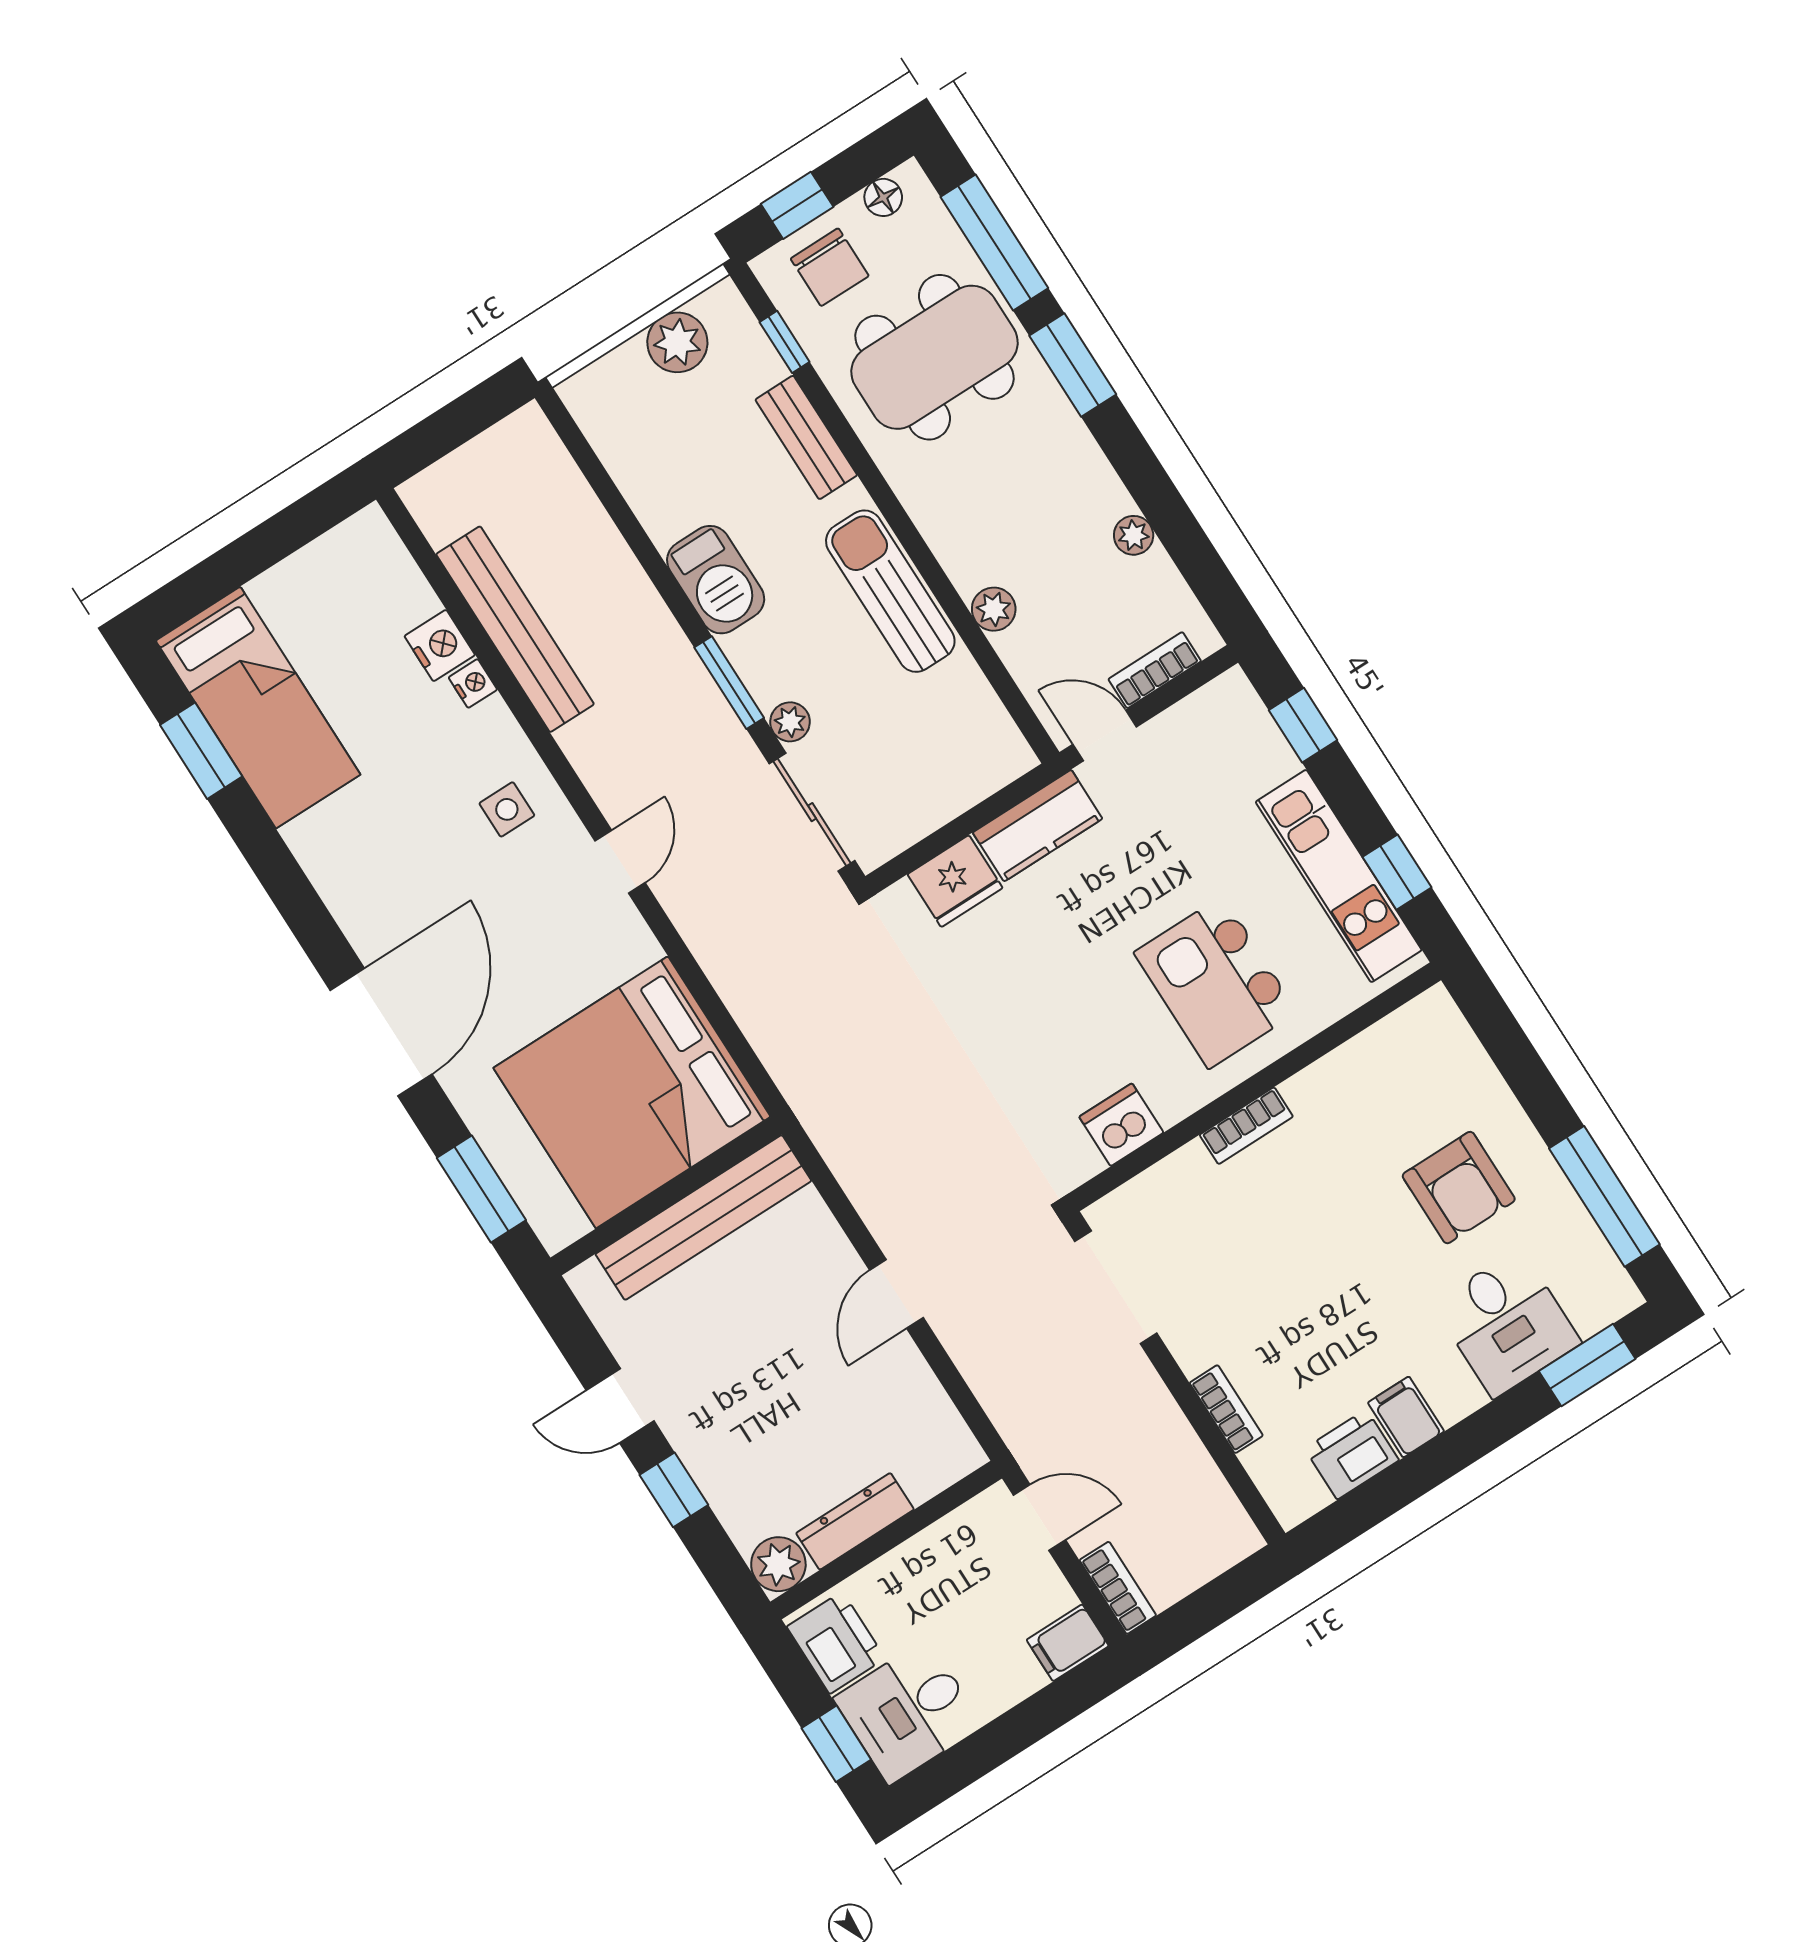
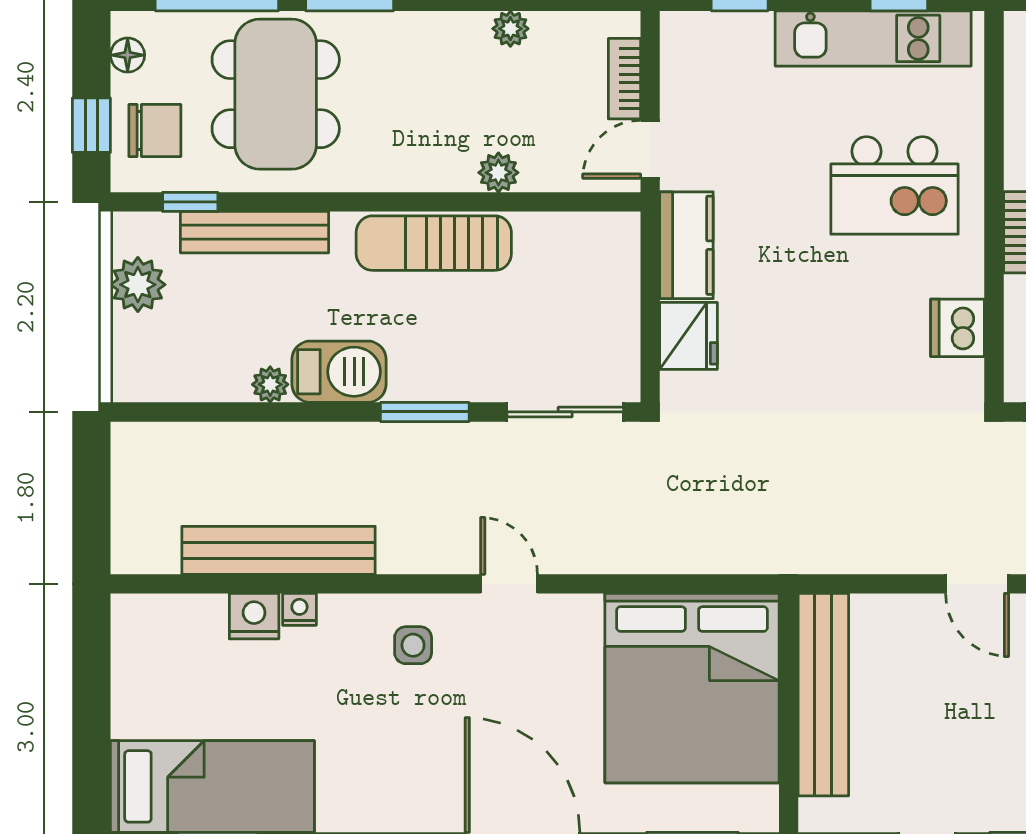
bench: (806, 437) -> (254, 232), width x1.36
plant: (790, 722) -> (270, 384), moved

